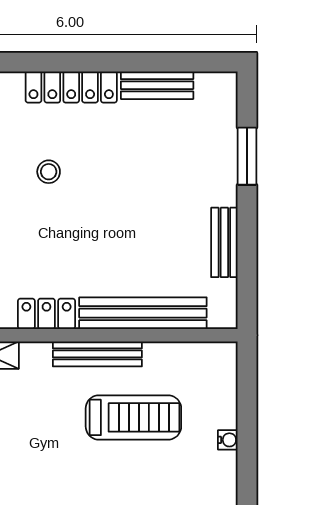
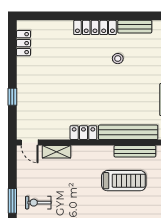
stool: (49, 172) -> (118, 59), moved
bench: (97, 354) -> (135, 151), moved

